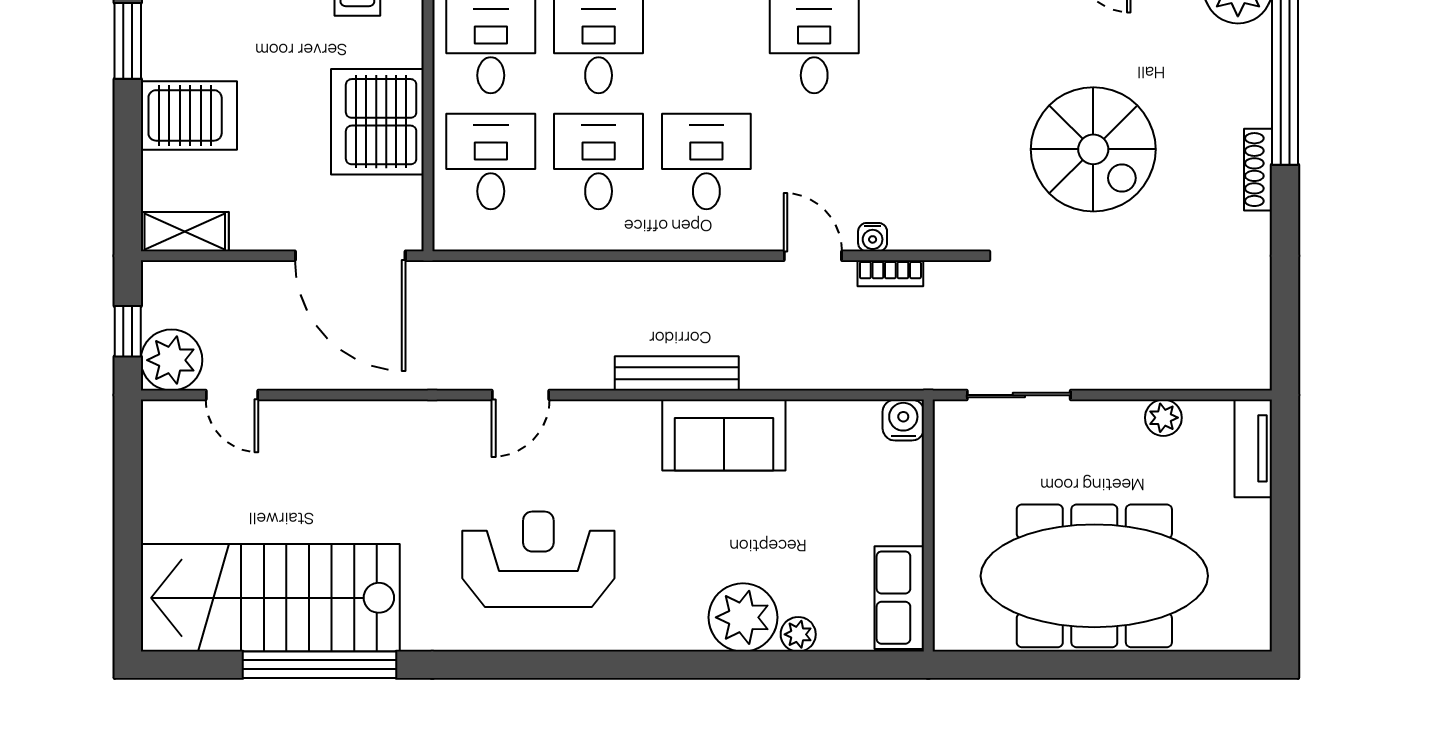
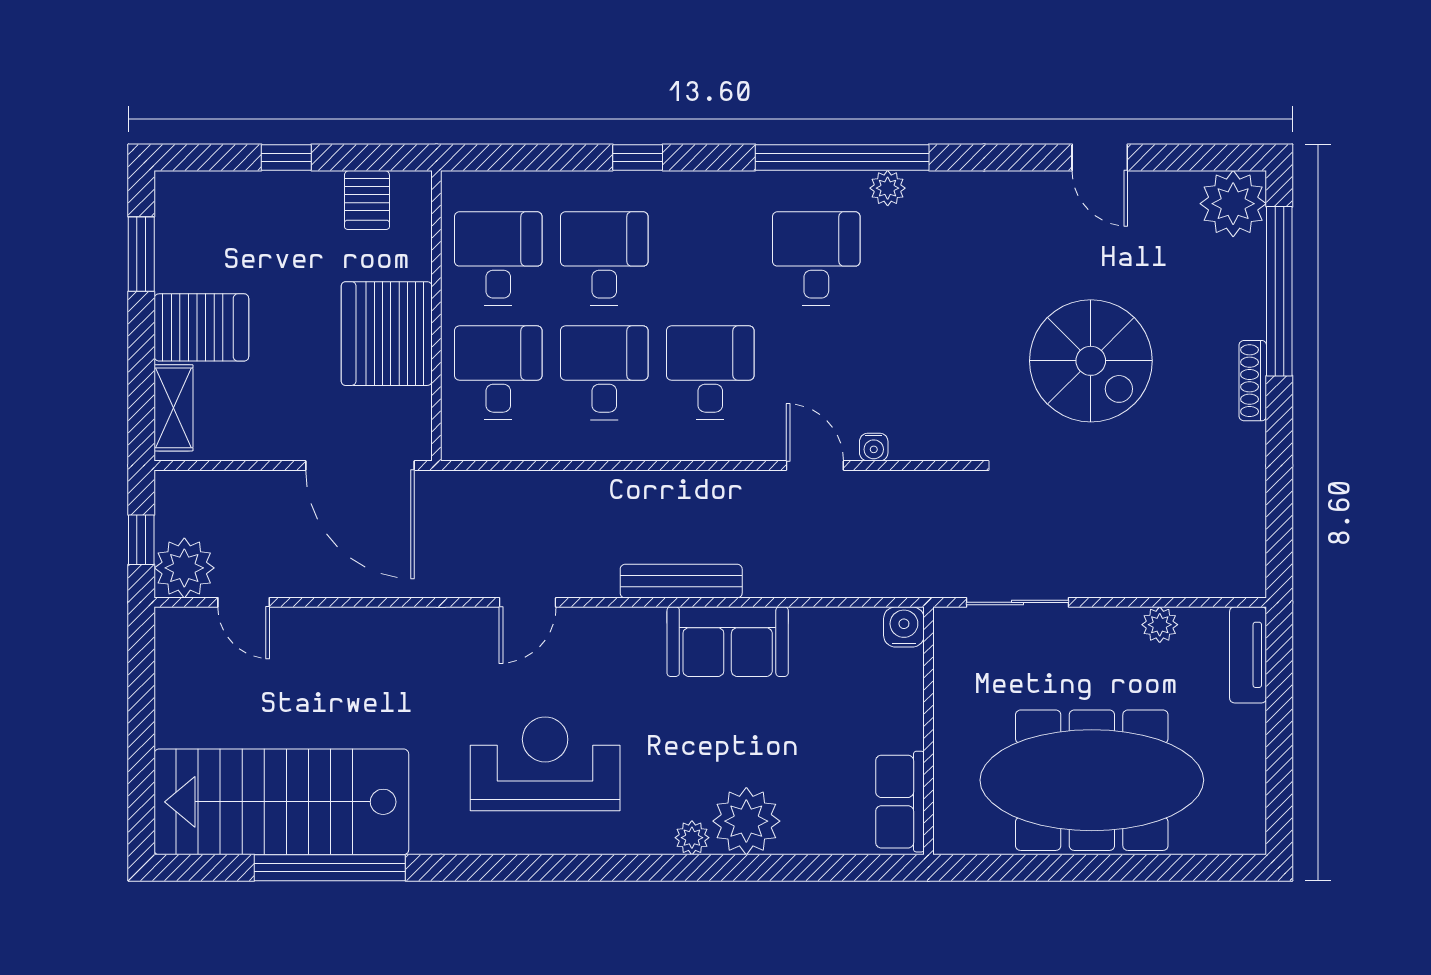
shelving: (185, 232) -> (174, 408), moved, turned 90
bookcase: (890, 273) -> (891, 483), removed
plant: (798, 634) -> (692, 838), moved

